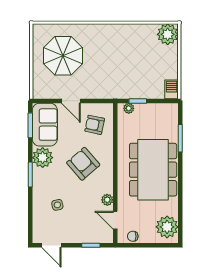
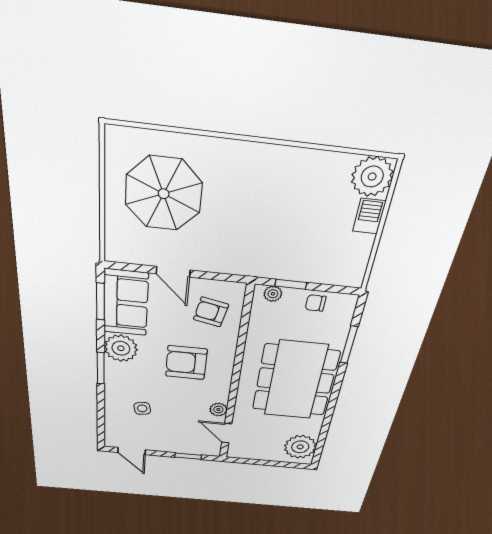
barbecue: (172, 89) -> (369, 216), moved
armchair: (83, 164) -> (186, 363), turned -49
chair: (133, 236) -> (316, 303), moved

